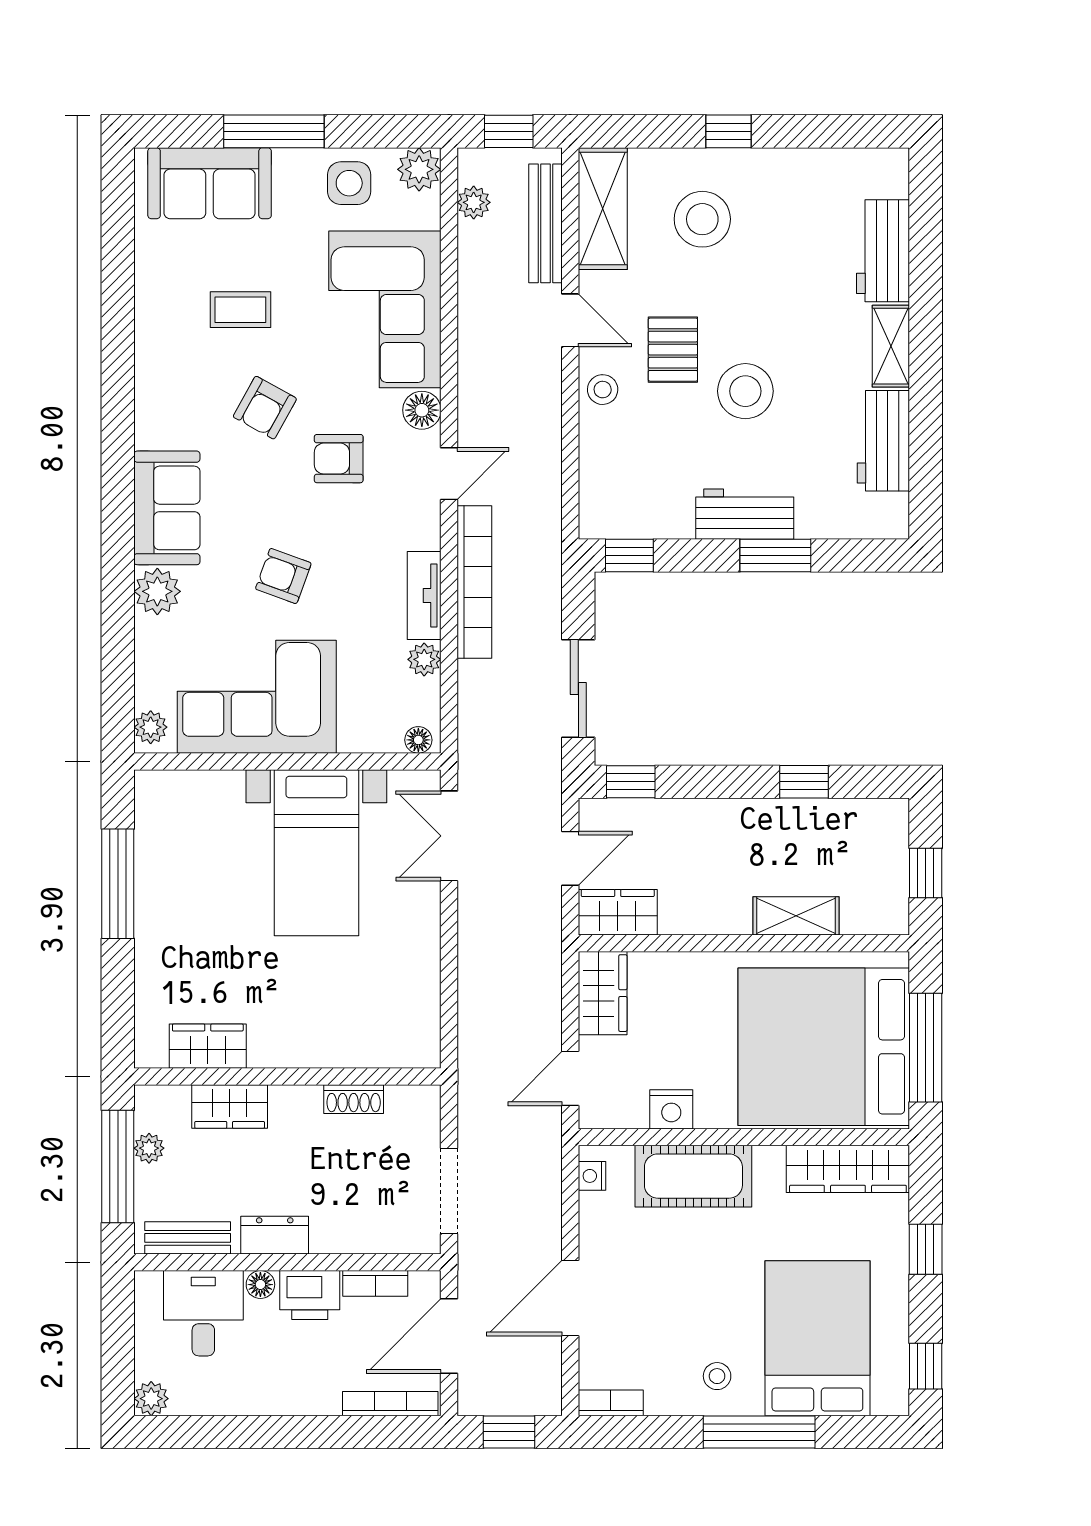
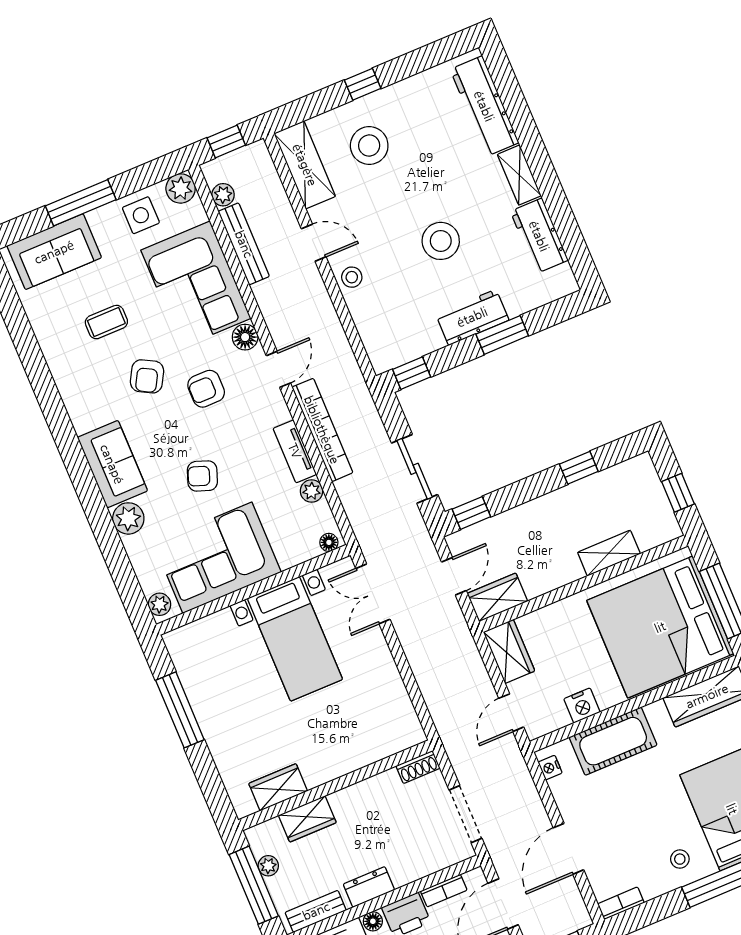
bench: (545, 223) -> (244, 244), moved
workbench: (883, 251) -> (484, 106), width x1.37
pallet: (673, 350) -> (385, 234), removed
shoe rack: (354, 1099) -> (418, 767), moved

